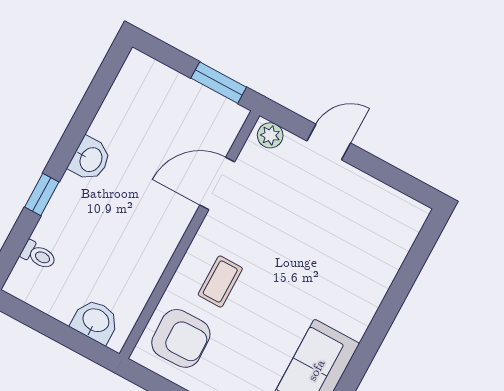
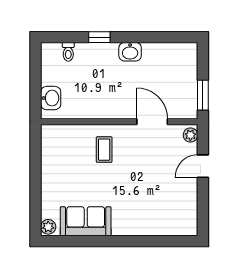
door: (329, 142) -> (203, 166), swing flipped
coffee table: (220, 281) -> (104, 150), turned 90
armchair: (181, 338) -> (65, 145), removed

